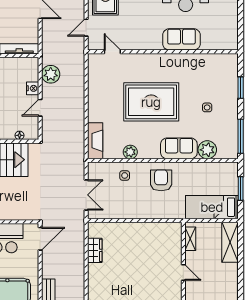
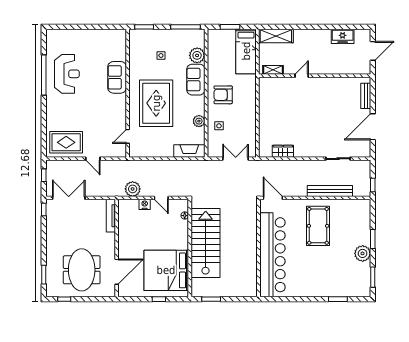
sofa: (181, 39) -> (117, 77), moved
door: (112, 52) -> (128, 136), moved
wall: (163, 52) -> (128, 93), moved

